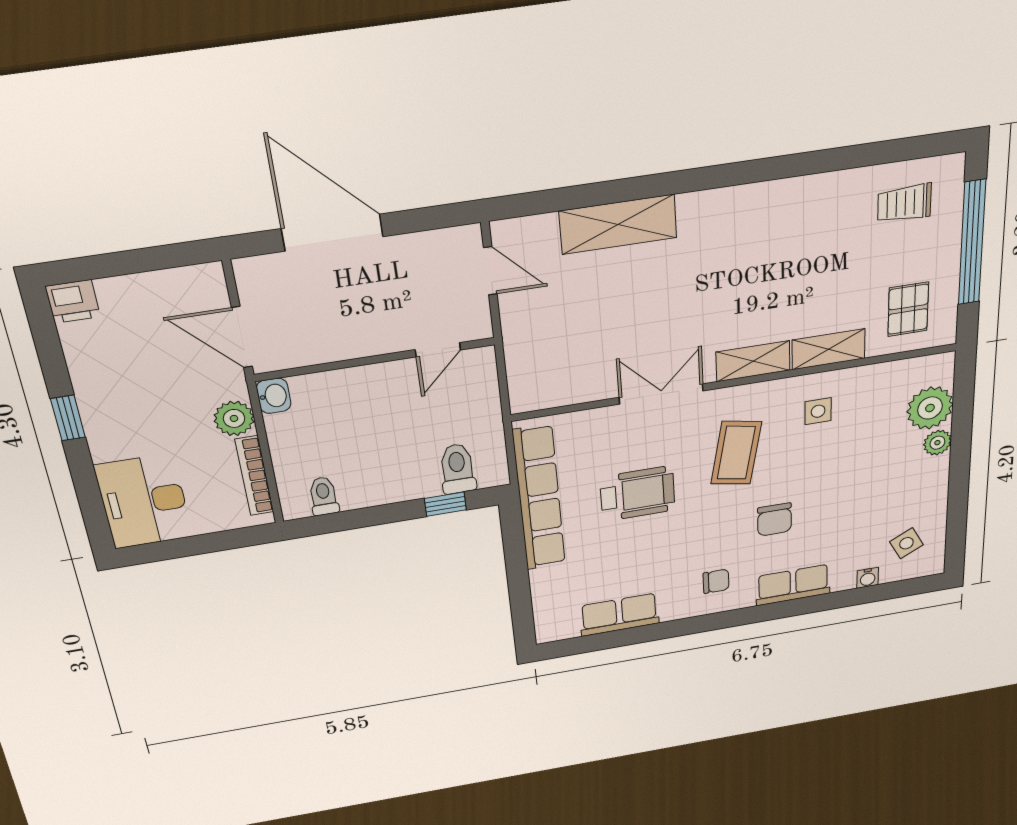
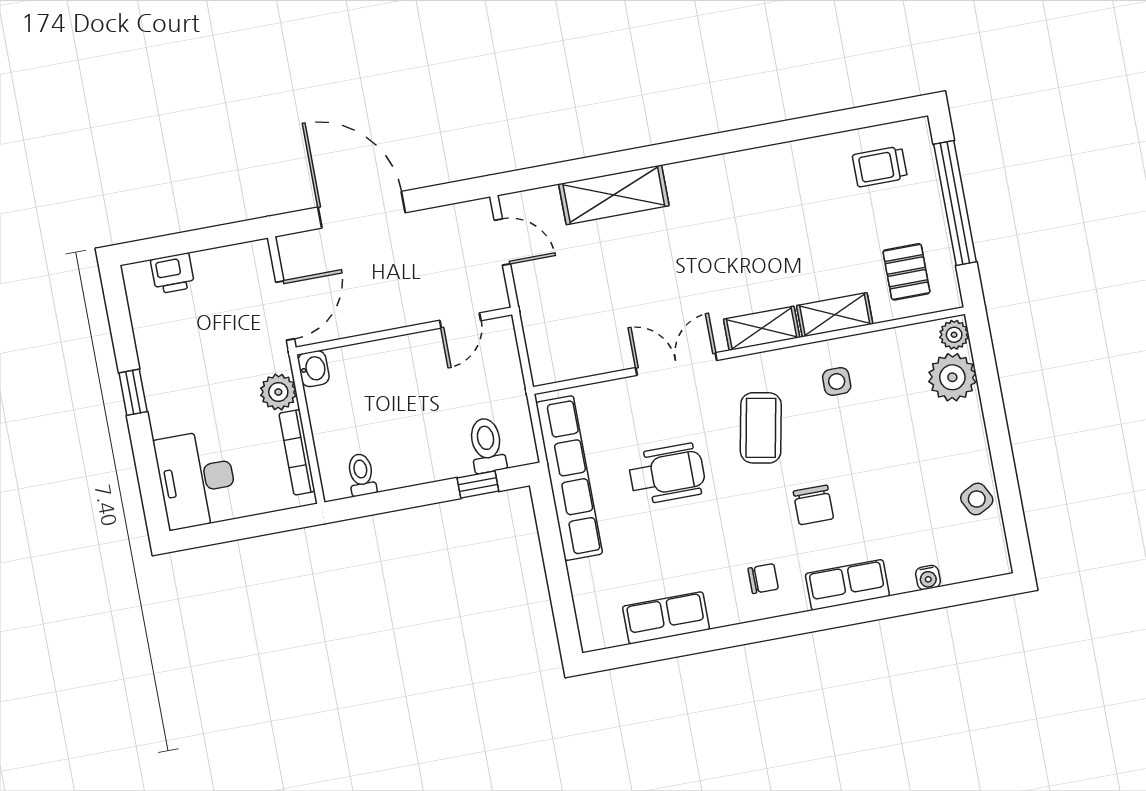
printer: (73, 302) -> (173, 273), moved
door: (242, 337) -> (285, 310), swing flipped
plant: (937, 443) -> (954, 335), moved
side table: (906, 543) -> (977, 499), moved

